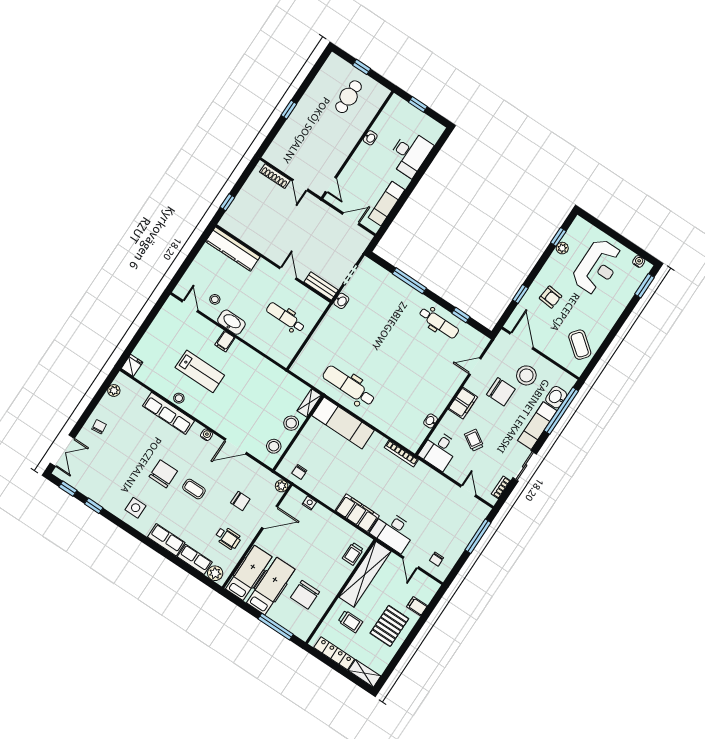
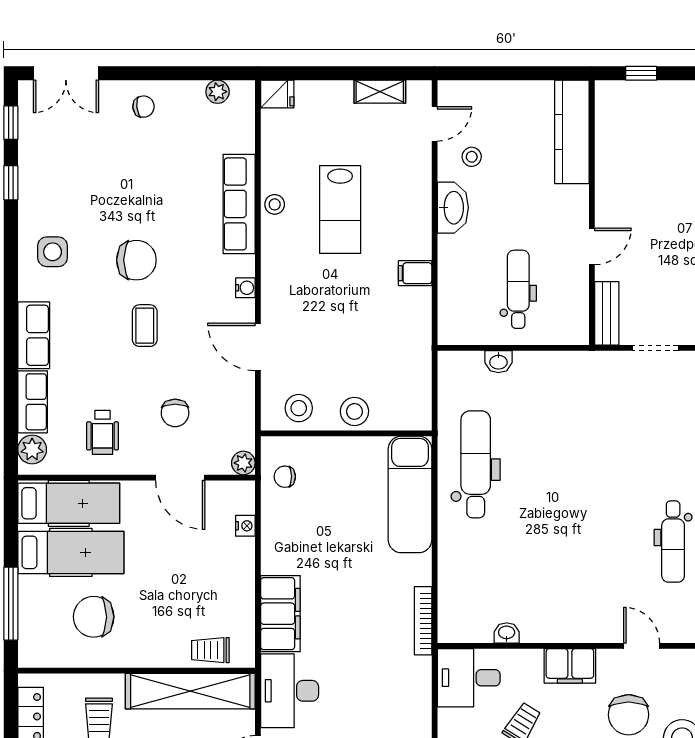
washbasin: (341, 301) -> (498, 362), moved
filing cabinet: (225, 341) -> (415, 273), moved
shelving: (309, 403) -> (380, 92), moved

